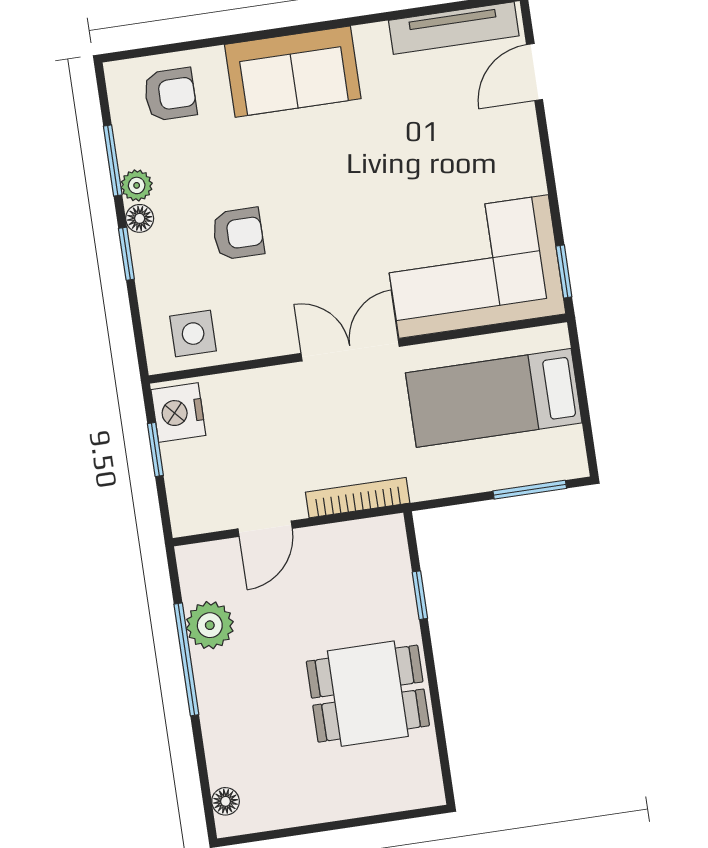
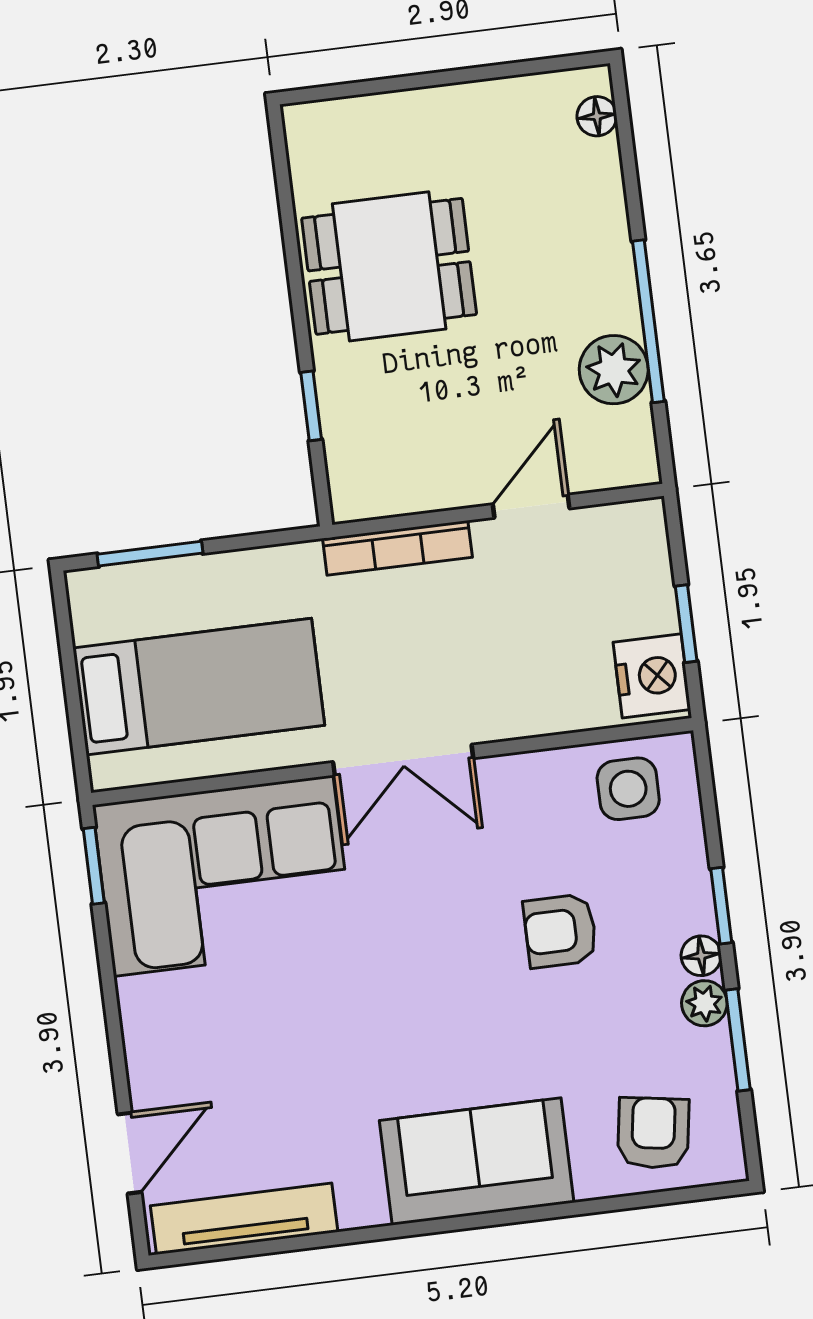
armchair: (170, 94) -> (653, 1133), turned 99

